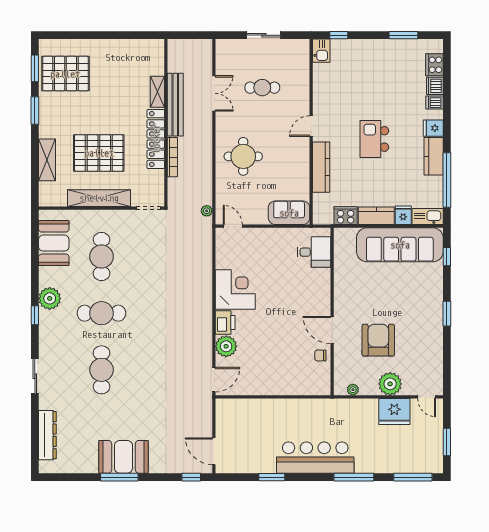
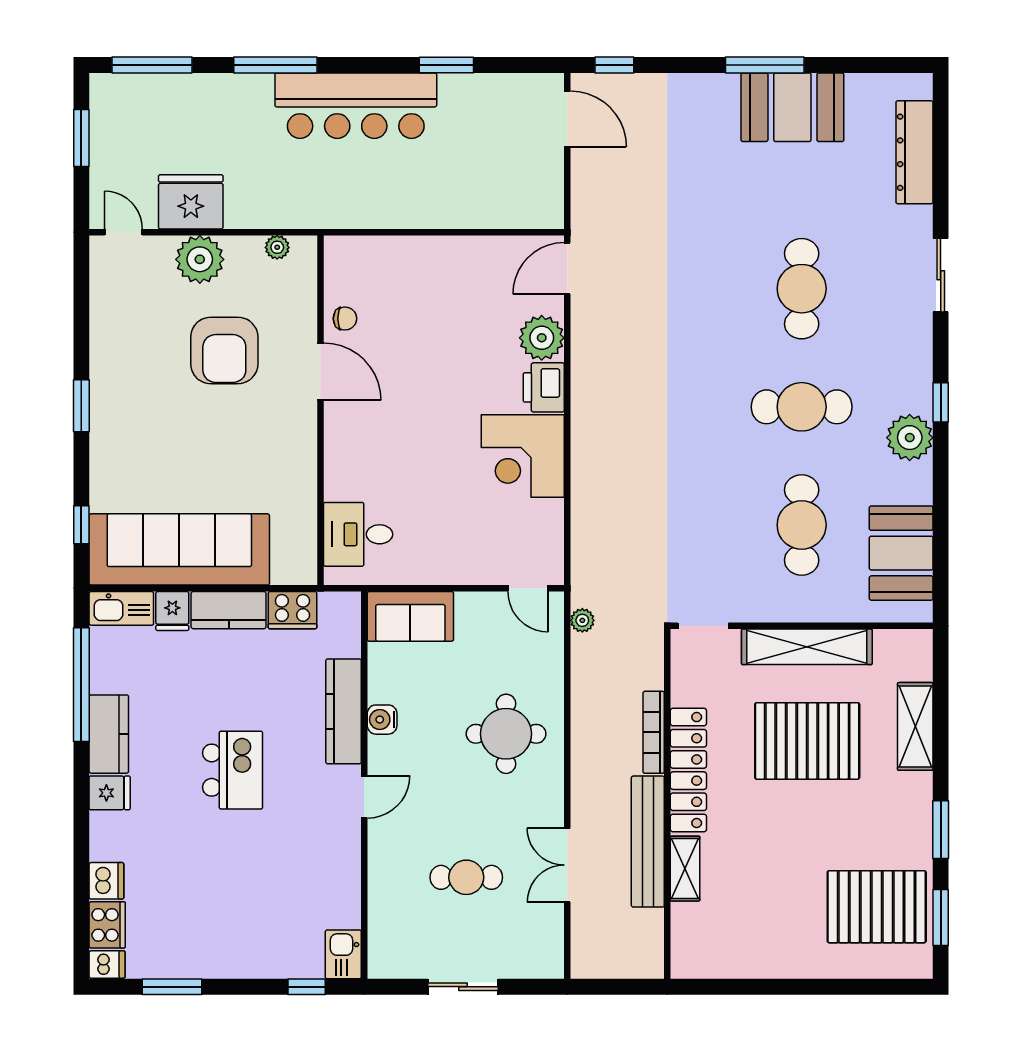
dishwasher: (434, 103) -> (107, 964), moved
water cooler: (303, 163) -> (382, 720), added
booth: (123, 457) -> (792, 107), moved

